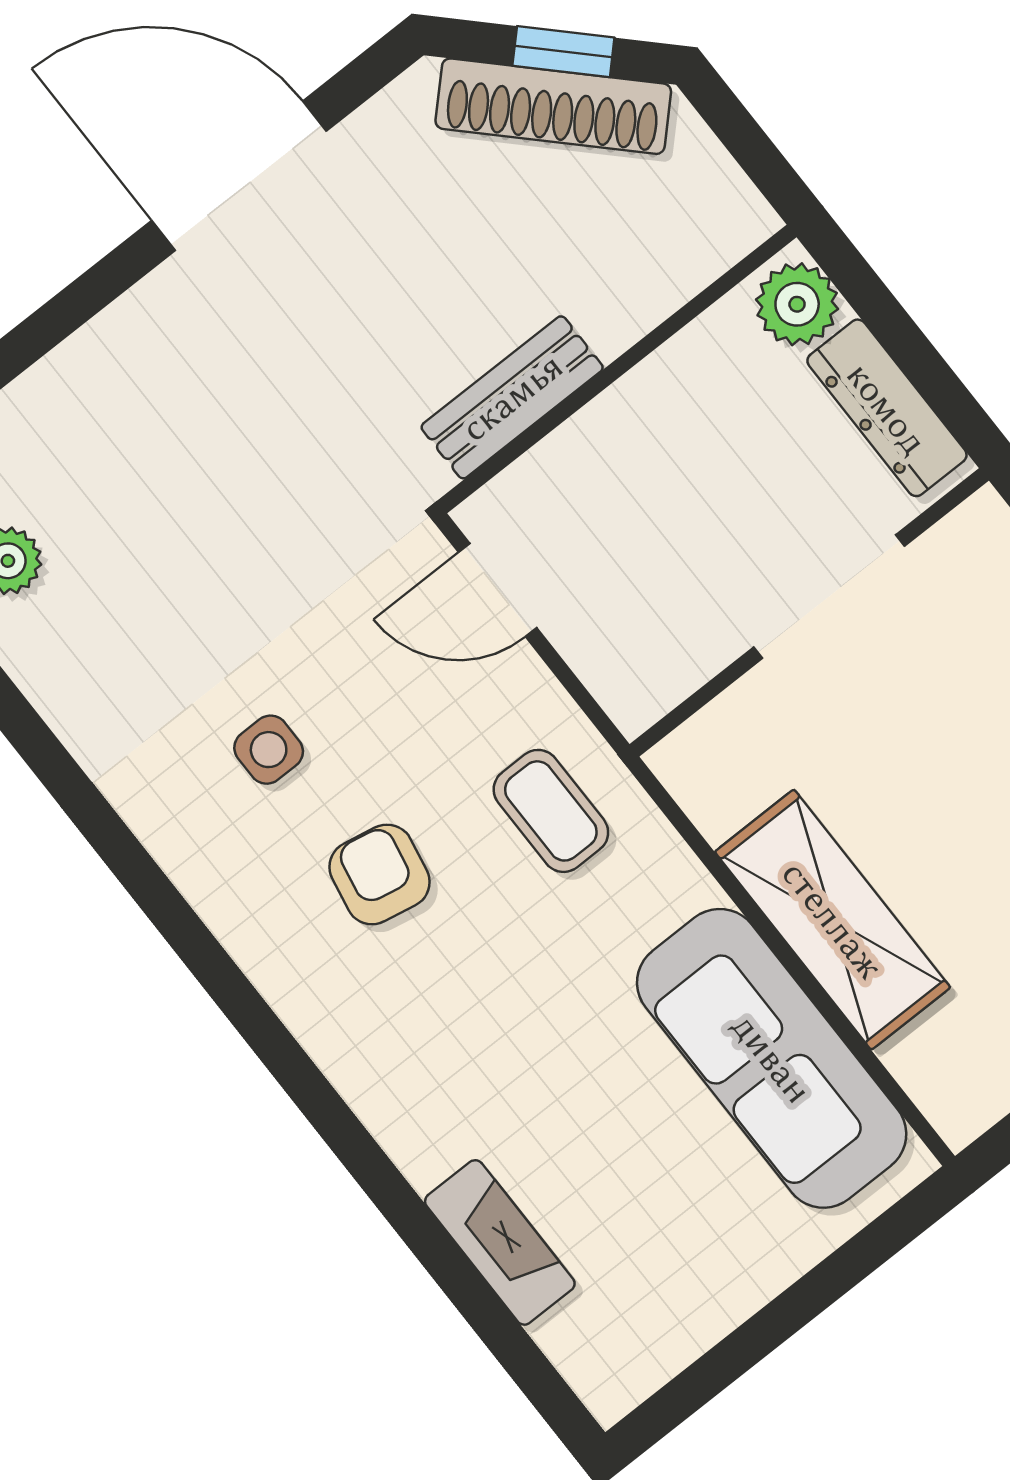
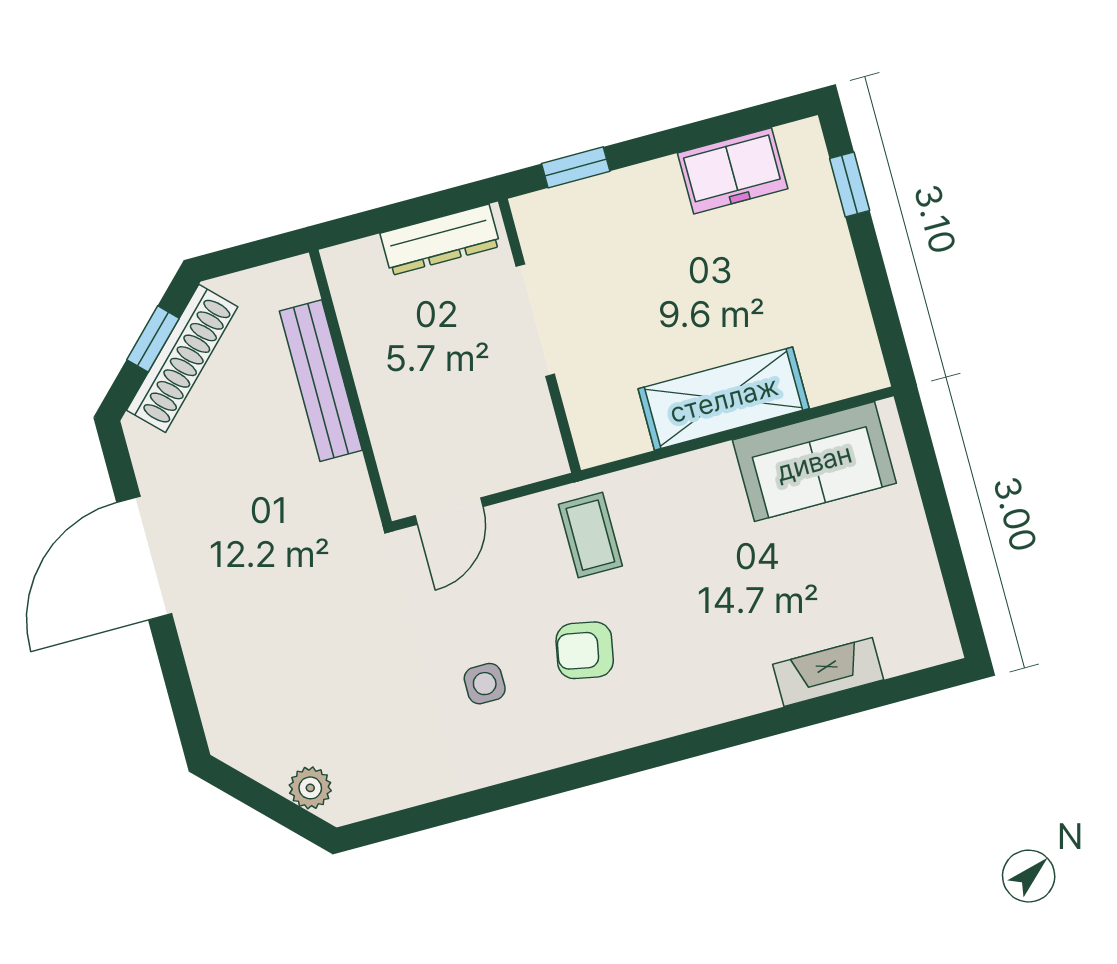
plant: (797, 304) -> (358, 266), removed
bench: (512, 397) -> (321, 381), moved, width x1.36
coffee table: (551, 811) -> (590, 535), turned 90
sofa: (772, 1058) -> (814, 462), width x0.73

